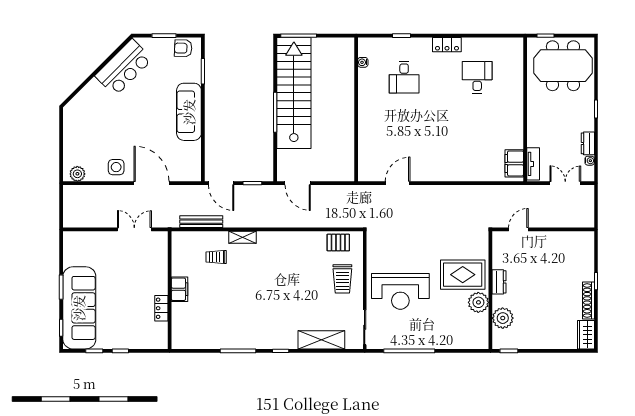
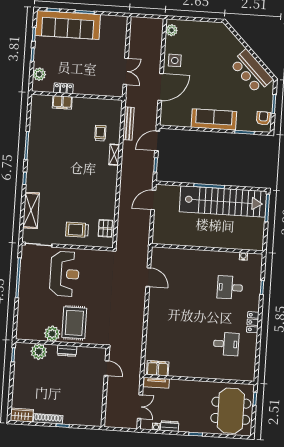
filing cabinet: (180, 289) -> (62, 102), moved
reception desk: (400, 291) -> (65, 274), turned 180
plant: (145, 341) -> (39, 74), added

